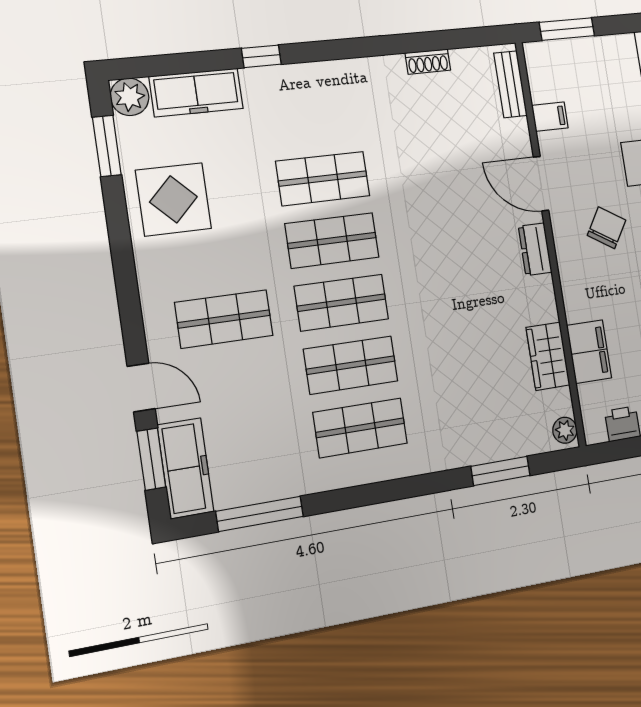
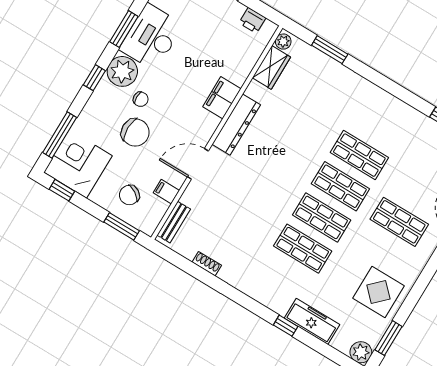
freezer: (196, 92) -> (312, 321), moved
door: (541, 184) -> (198, 164), swing flipped
chair: (606, 228) -> (129, 195), moved
dresser: (535, 249) -> (236, 125), width x1.96, depth x1.24
filing cabinet: (589, 352) -> (222, 98), moved
wardrobe: (548, 356) -> (271, 67), moved
shop shelf: (360, 428) -> (378, 124), removed

